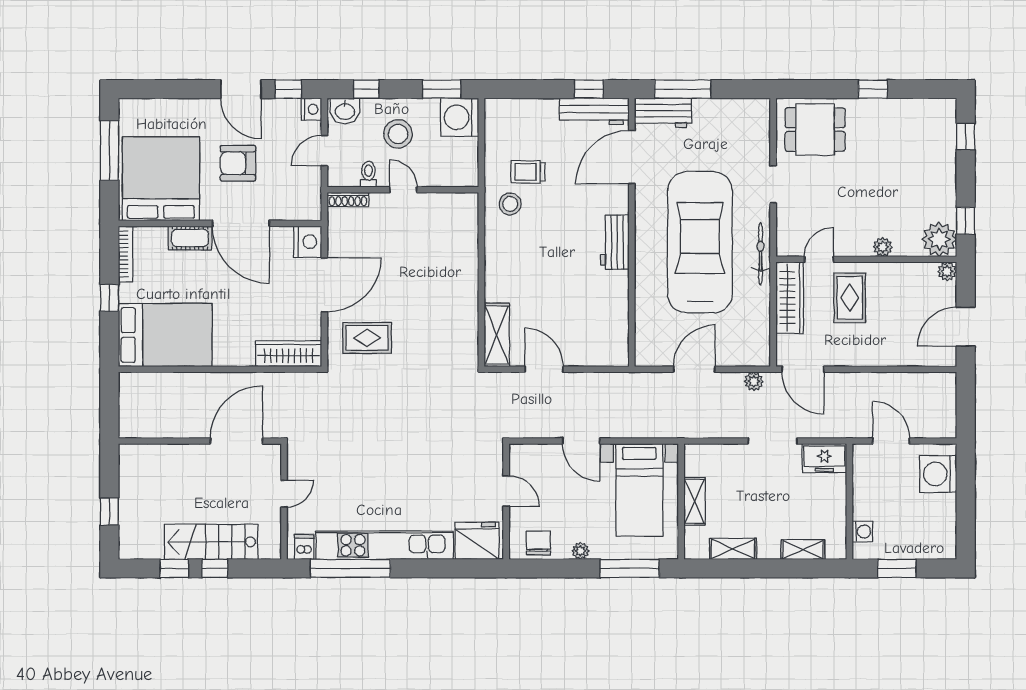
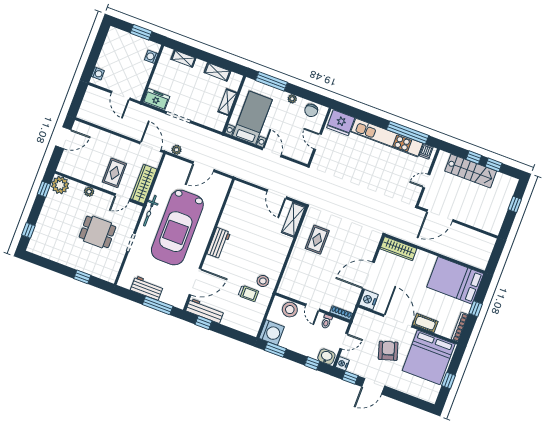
door: (241, 89) -> (373, 386), swing flipped
window: (873, 89) -> (82, 277), moved
workbench: (663, 113) -> (147, 288), moved
dining table: (815, 130) -> (97, 232), moved
stool: (398, 134) -> (290, 310), moved
window: (109, 151) -> (449, 380), width x0.46
armchair: (238, 163) -> (388, 351), turned -107
plant: (947, 271) -> (62, 168), removed
rug: (367, 338) -> (317, 240), moved, turned 90
washing machine: (938, 474) -> (98, 73), width x0.53, depth x0.53

